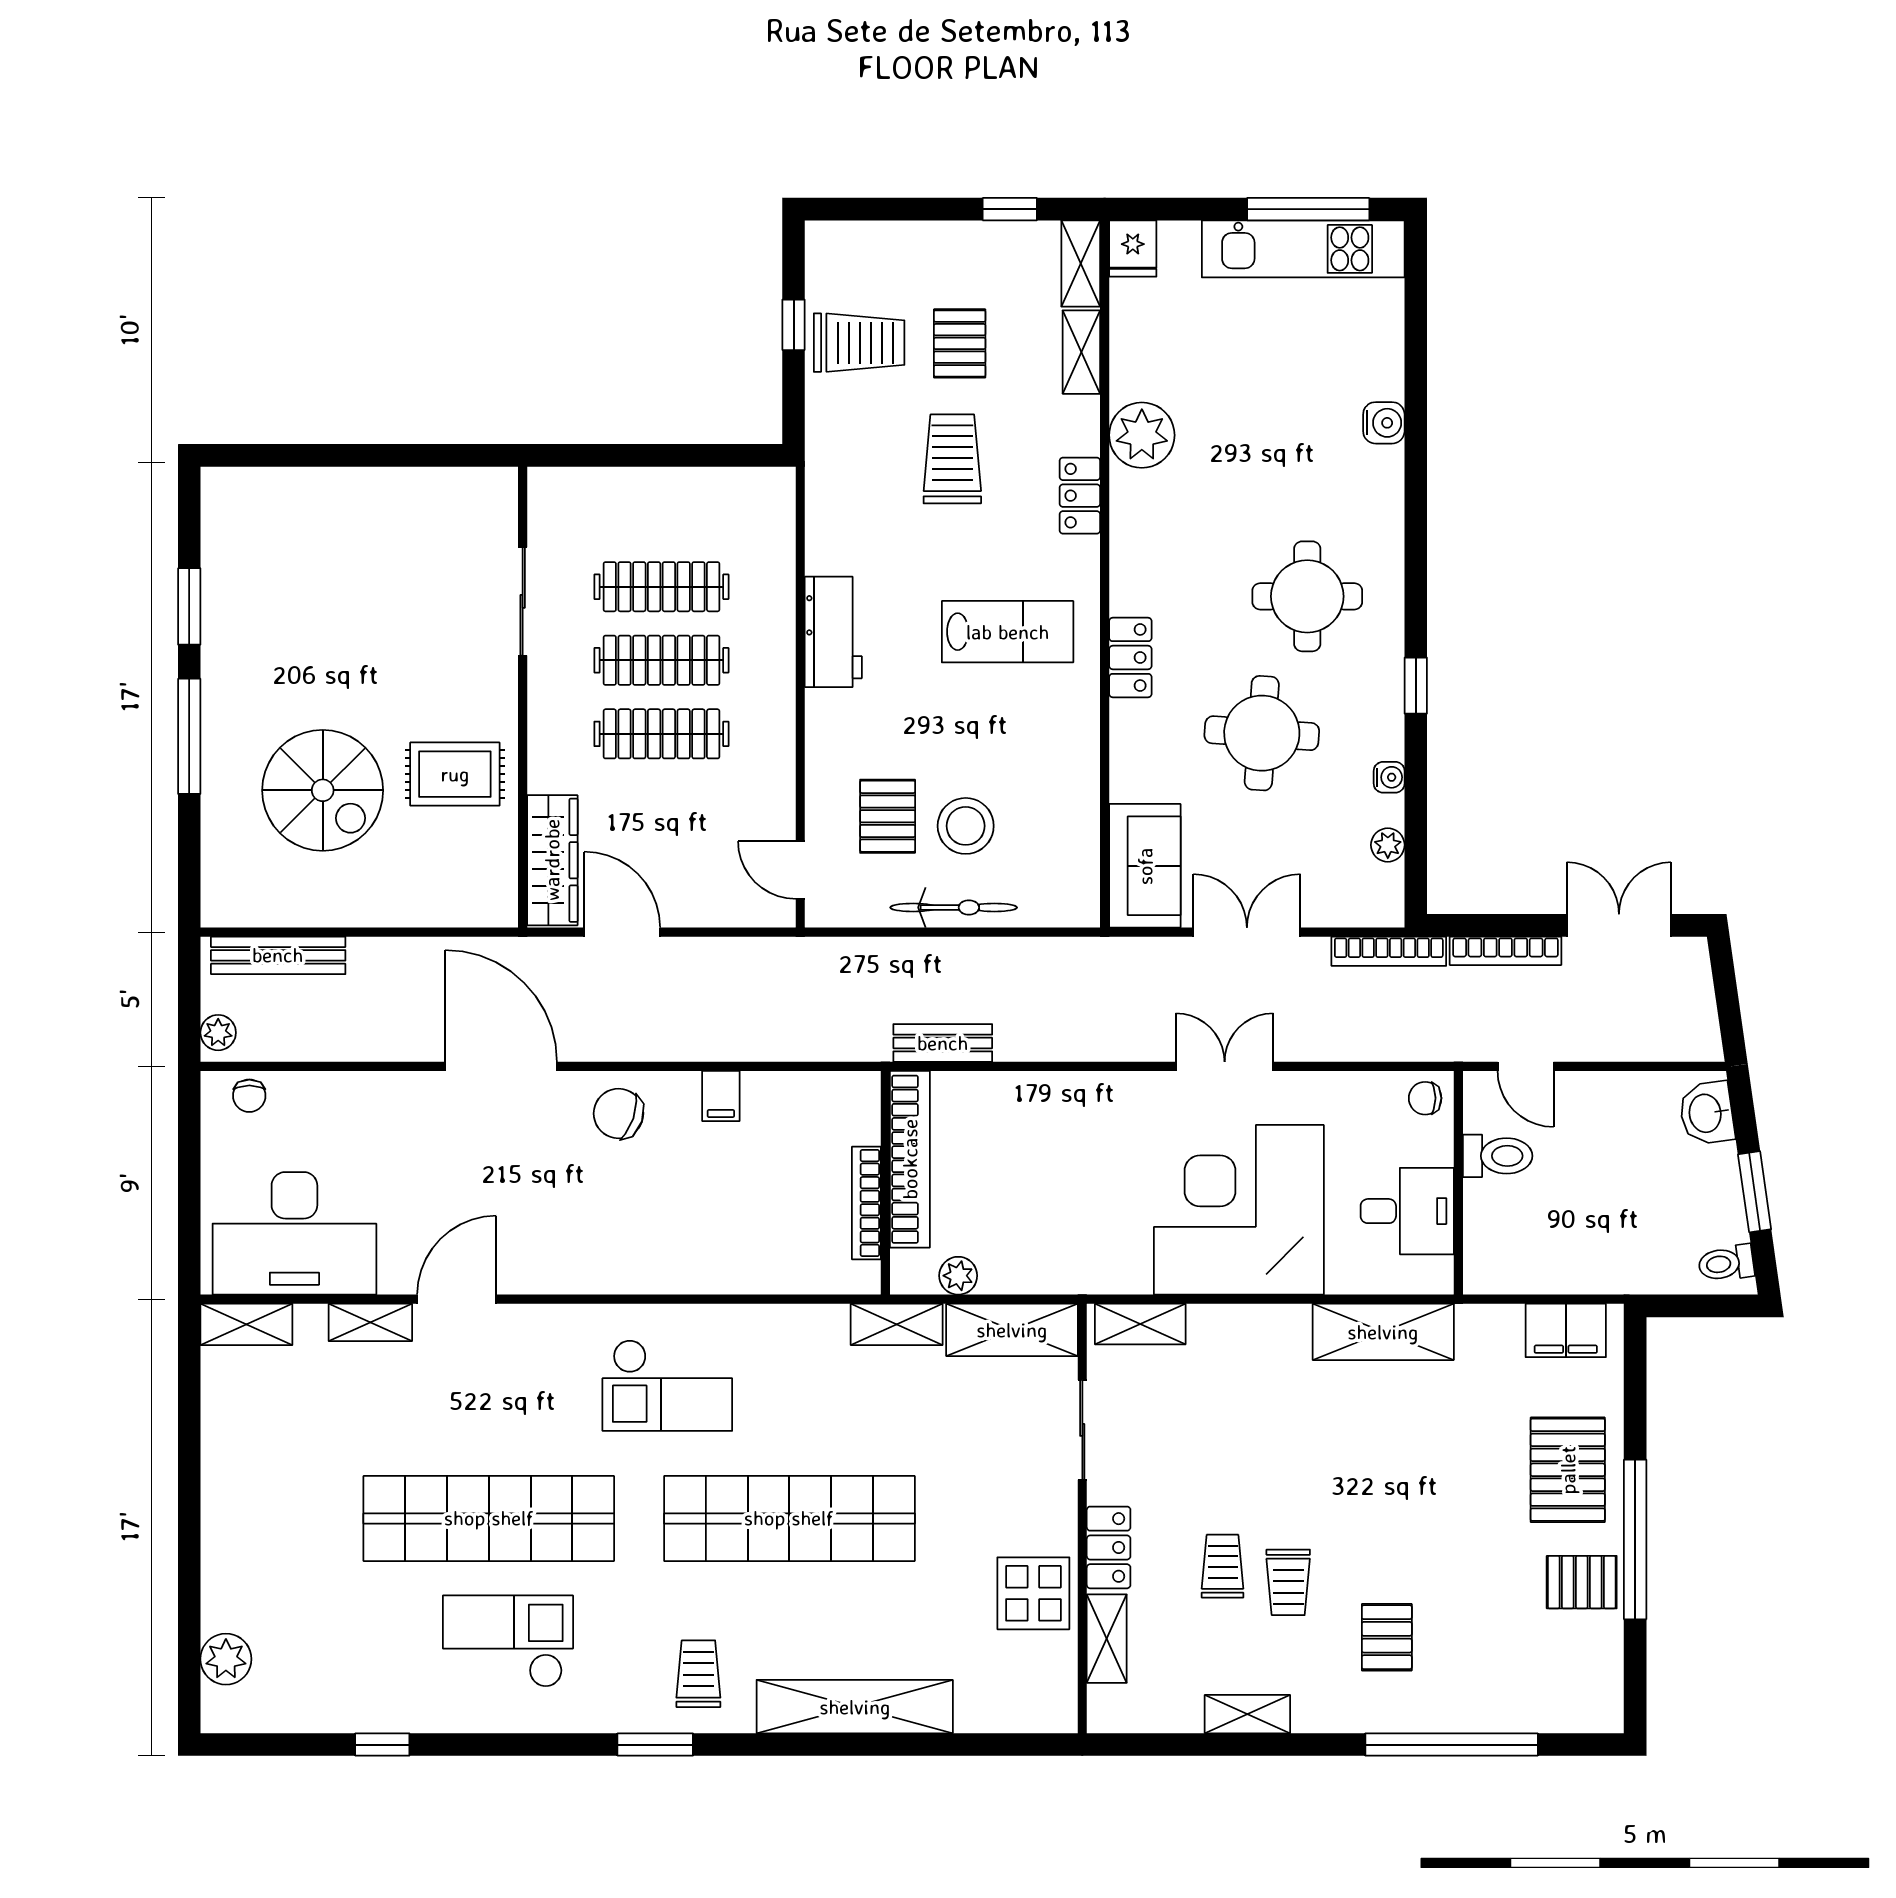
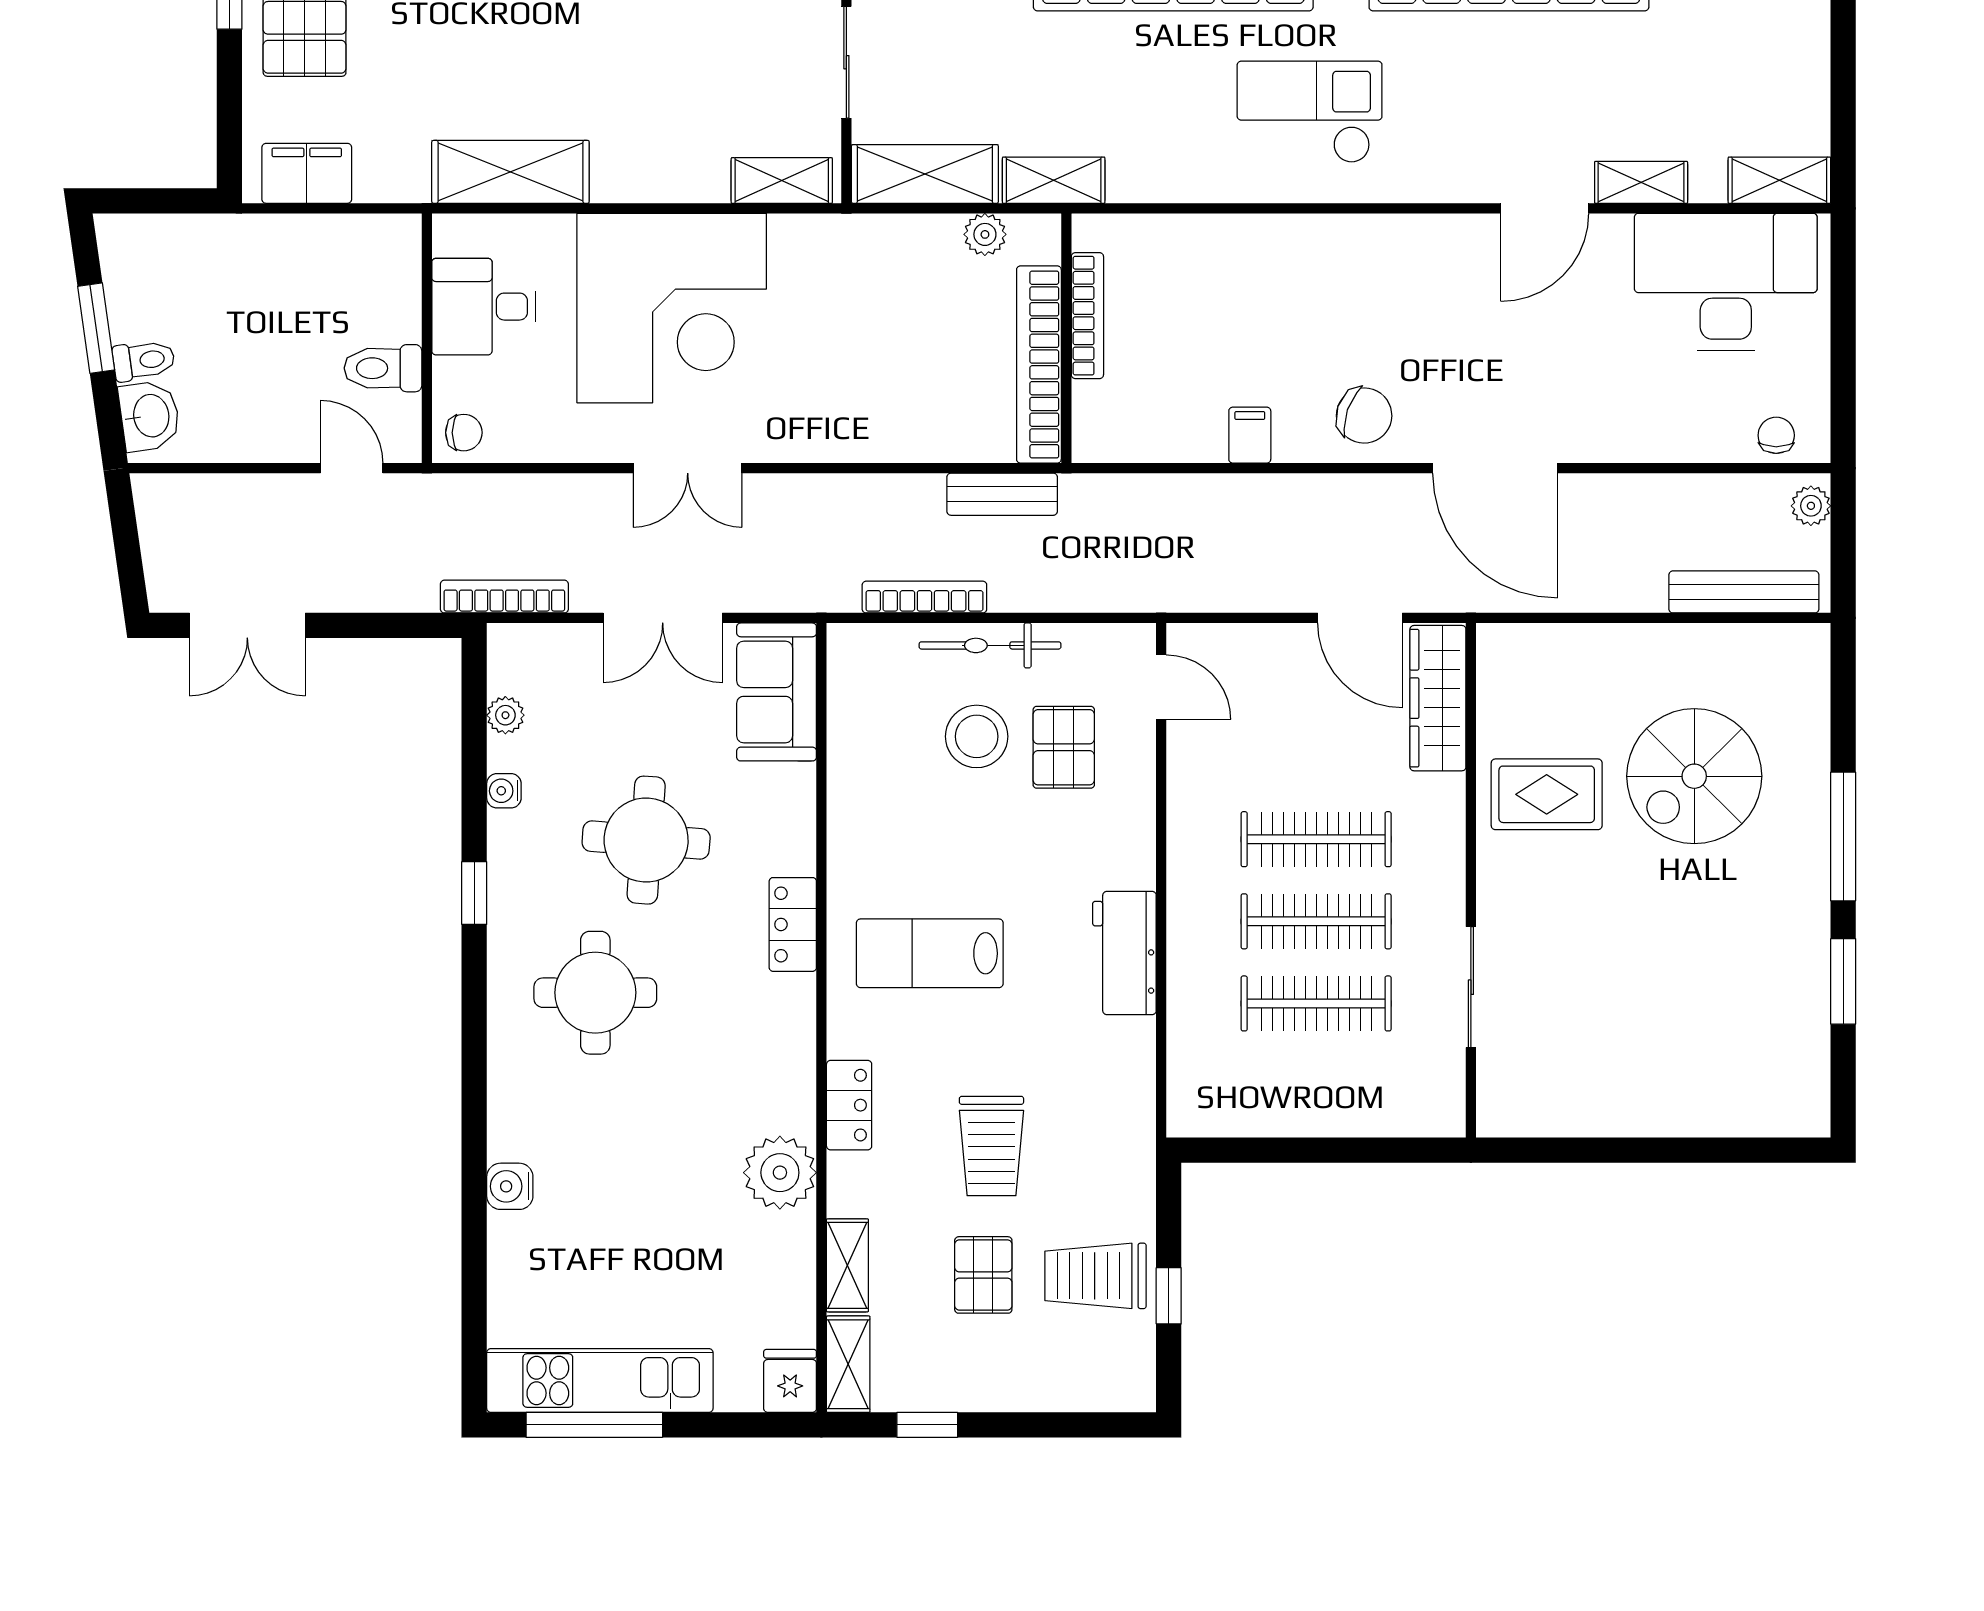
spiral stairs: (323, 790) -> (1694, 776), turned -90
bookcase: (1506, 951) -> (924, 597), moved
toilet: (1726, 1263) -> (144, 360), moved

